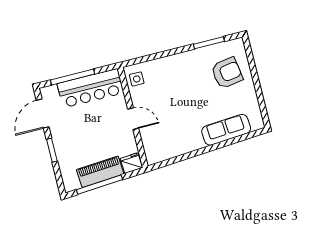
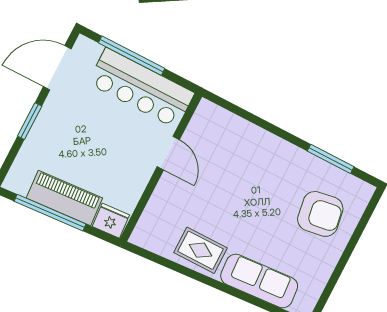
side table: (137, 79) -> (206, 126), removed
door: (133, 119) -> (168, 153), moved
rug: (186, 140) -> (200, 250), added

